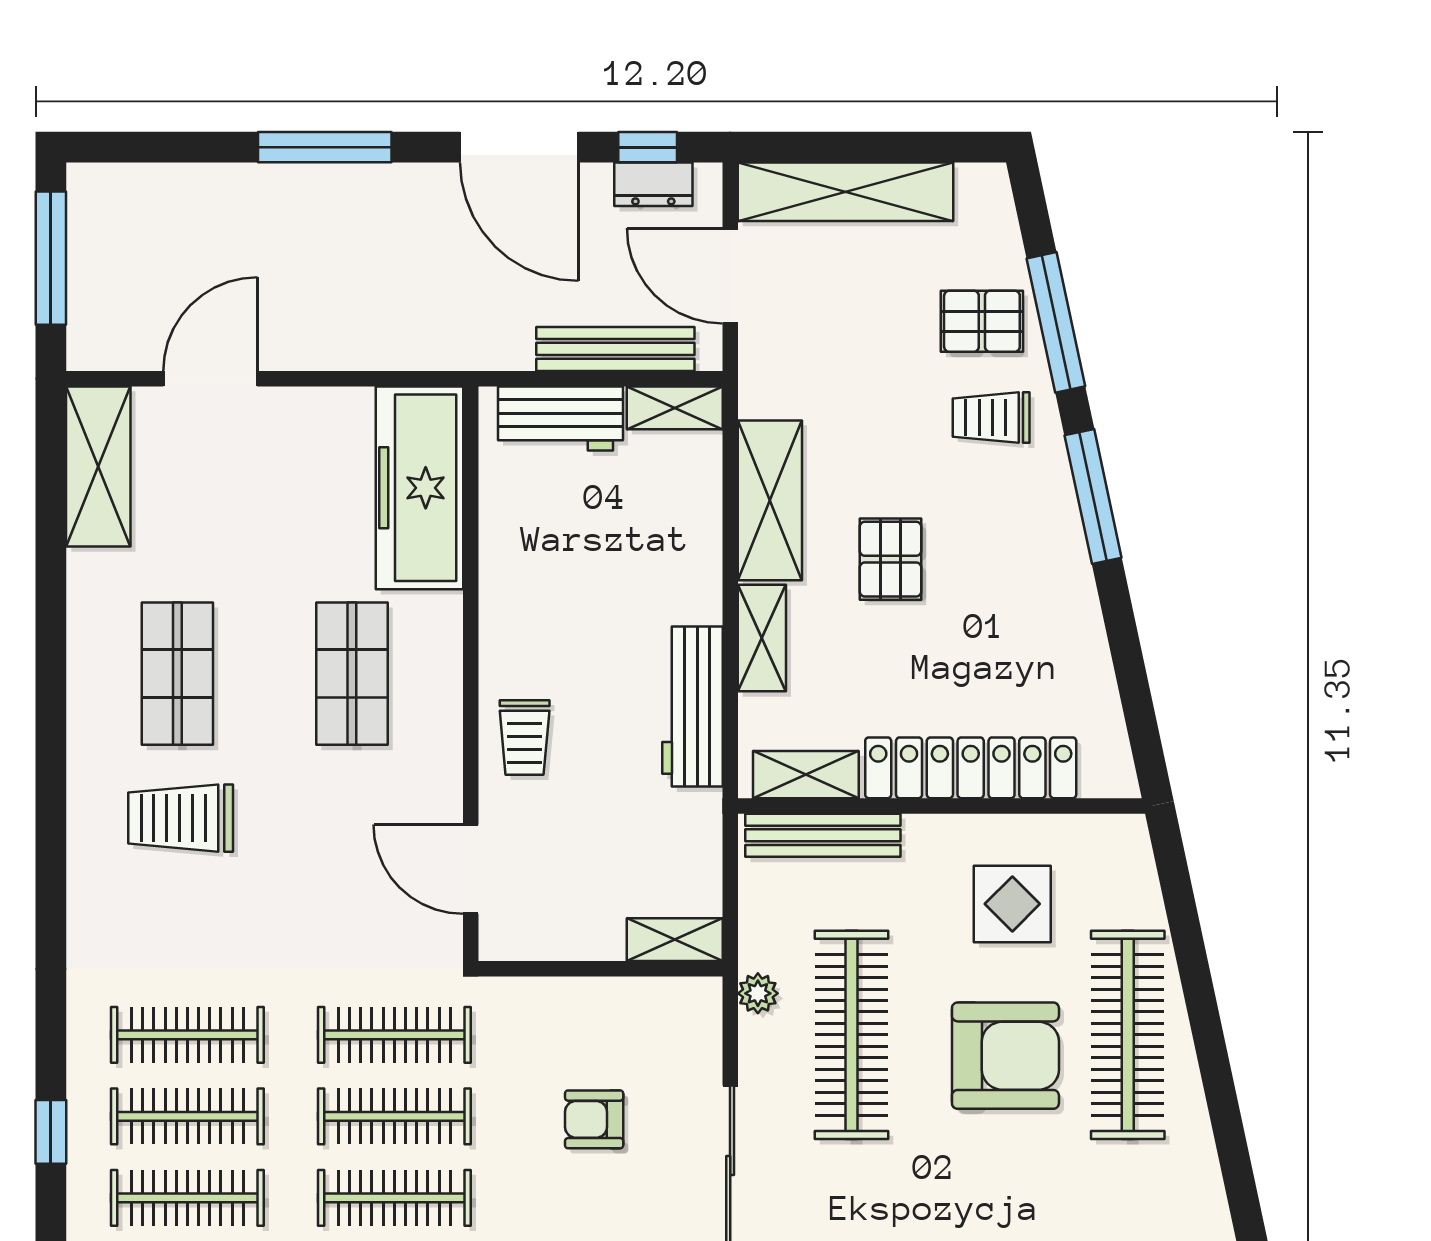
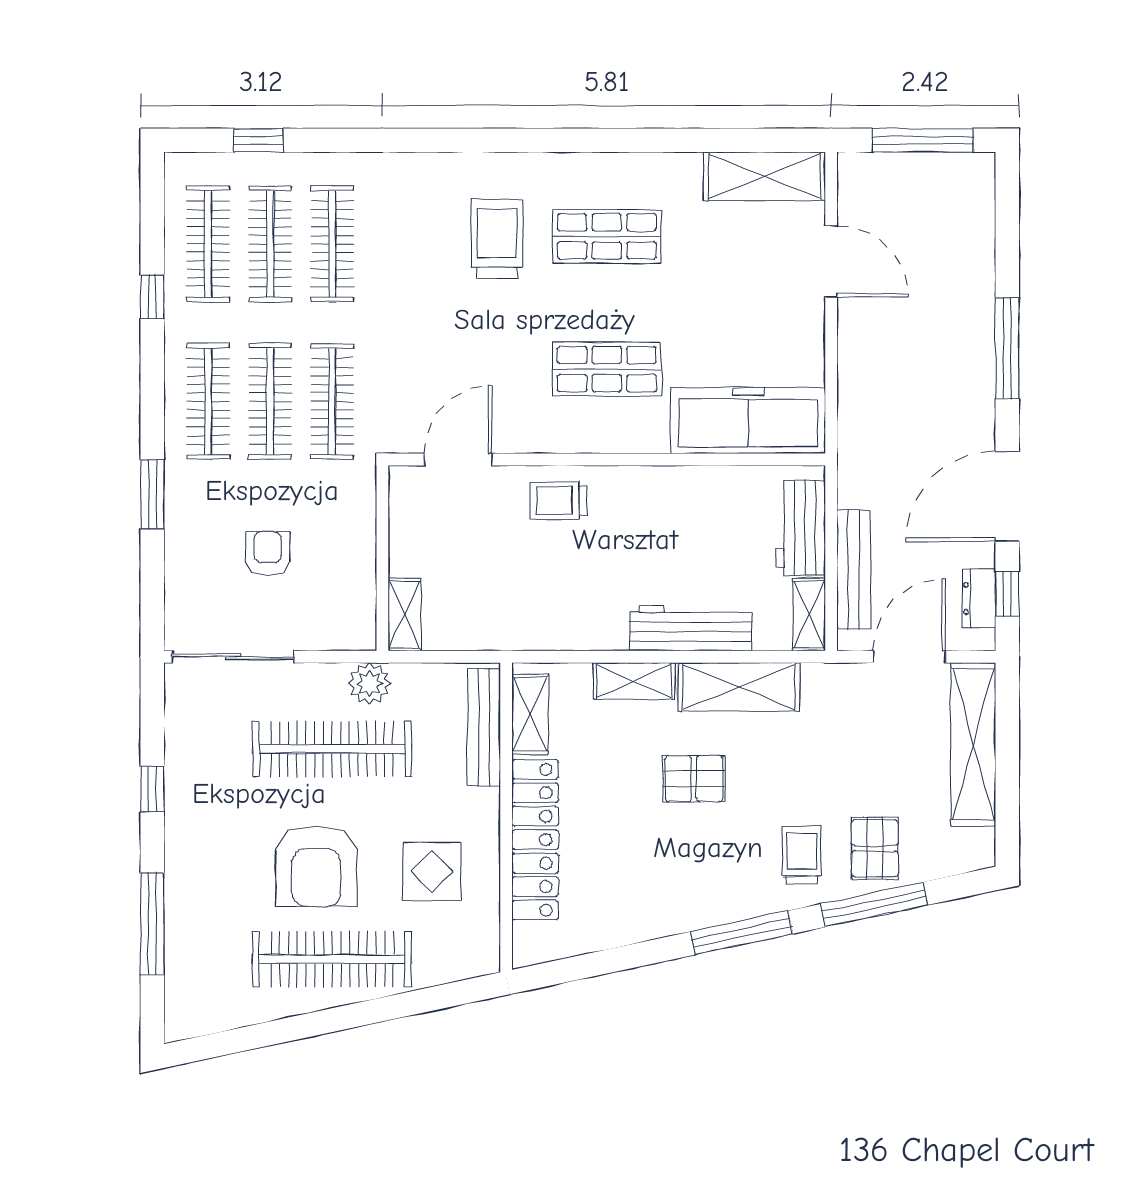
workbench: (692, 707) -> (691, 628), moved
plant: (758, 993) -> (369, 684), width x1.38, depth x1.38

